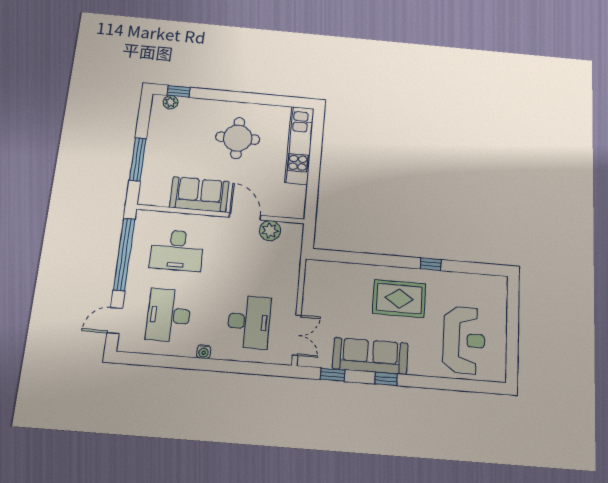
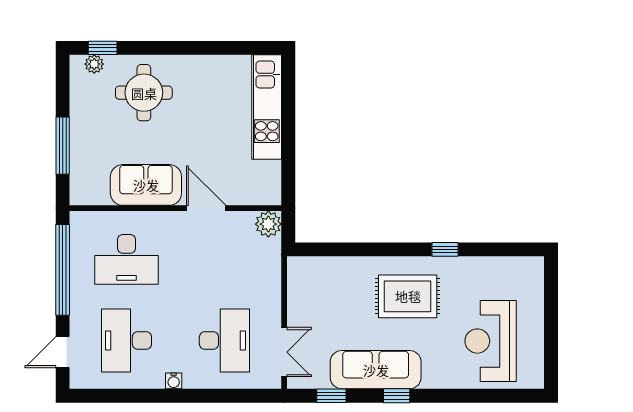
round table: (238, 138) -> (144, 93), moved
plant: (270, 231) -> (268, 224), moved
reception desk: (464, 340) -> (491, 341), turned 180

